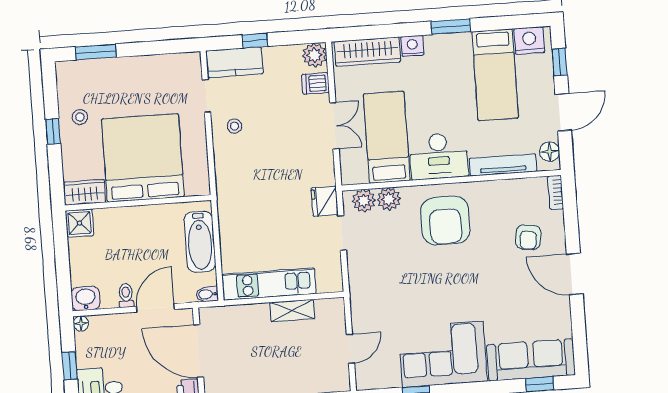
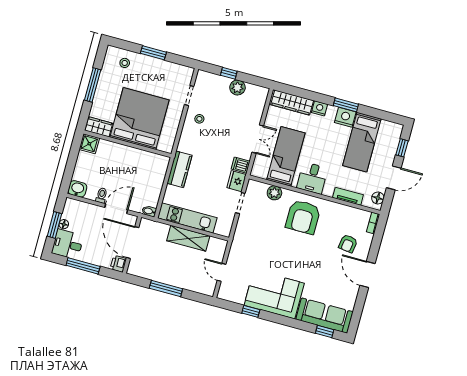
nightstand: (529, 41) -> (345, 117), moved
window: (96, 52) -> (153, 53), moved
plant: (314, 55) -> (237, 88), moved
kitchen counter: (235, 62) -> (180, 169), moved, turned -90
dishwasher: (316, 83) -> (241, 165), moved
stool: (80, 117) -> (125, 63), moved
window: (53, 131) -> (93, 85), width x2.17
desk: (439, 156) -> (312, 178), width x0.73
tv unit: (503, 165) -> (348, 196), width x0.71
plant: (364, 201) -> (260, 189), removed
bathtub: (200, 242) -> (156, 179), removed
shelving: (292, 311) -> (188, 238), width x1.50, depth x1.33
floor lamp: (81, 323) -> (64, 224), moved
door: (350, 349) -> (222, 272), swing flipped
window: (70, 366) -> (54, 225), width x1.50

